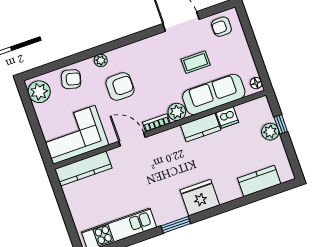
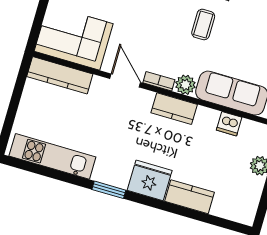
coffee table: (196, 62) -> (203, 25), moved, turned 90
armchair: (120, 86) -> (149, 23), removed
kitchen counter: (201, 127) -> (174, 109), moved
kitchen counter: (259, 181) -> (189, 197), moved

